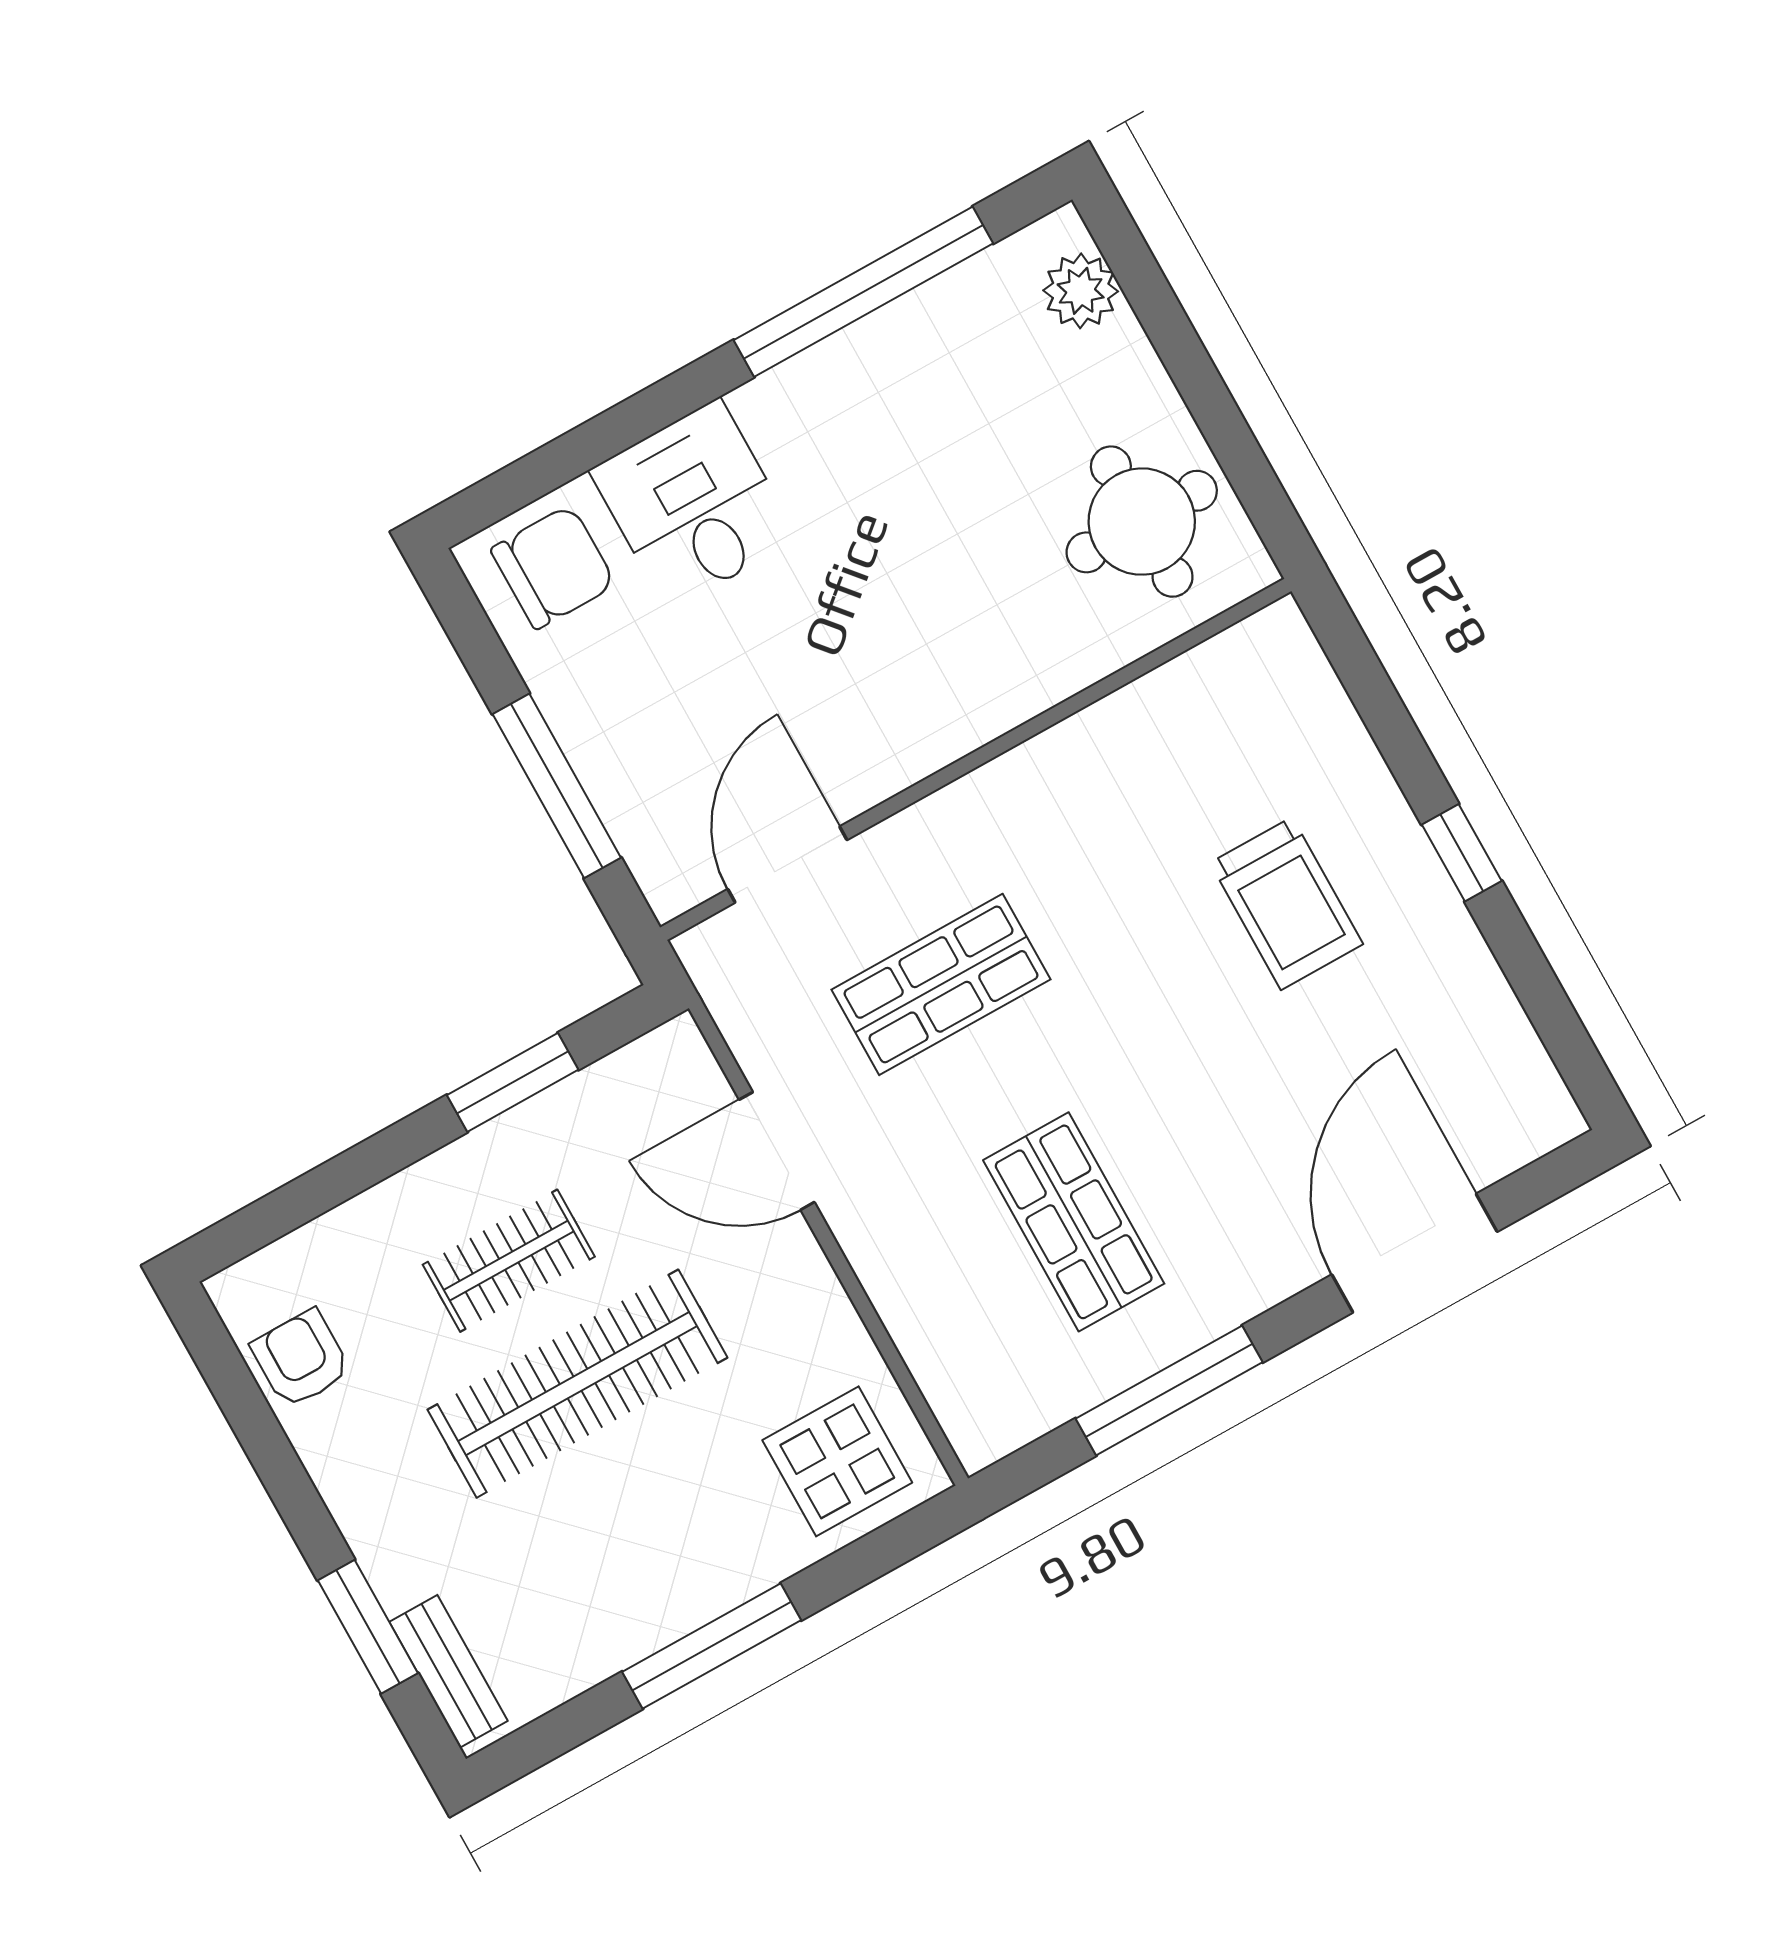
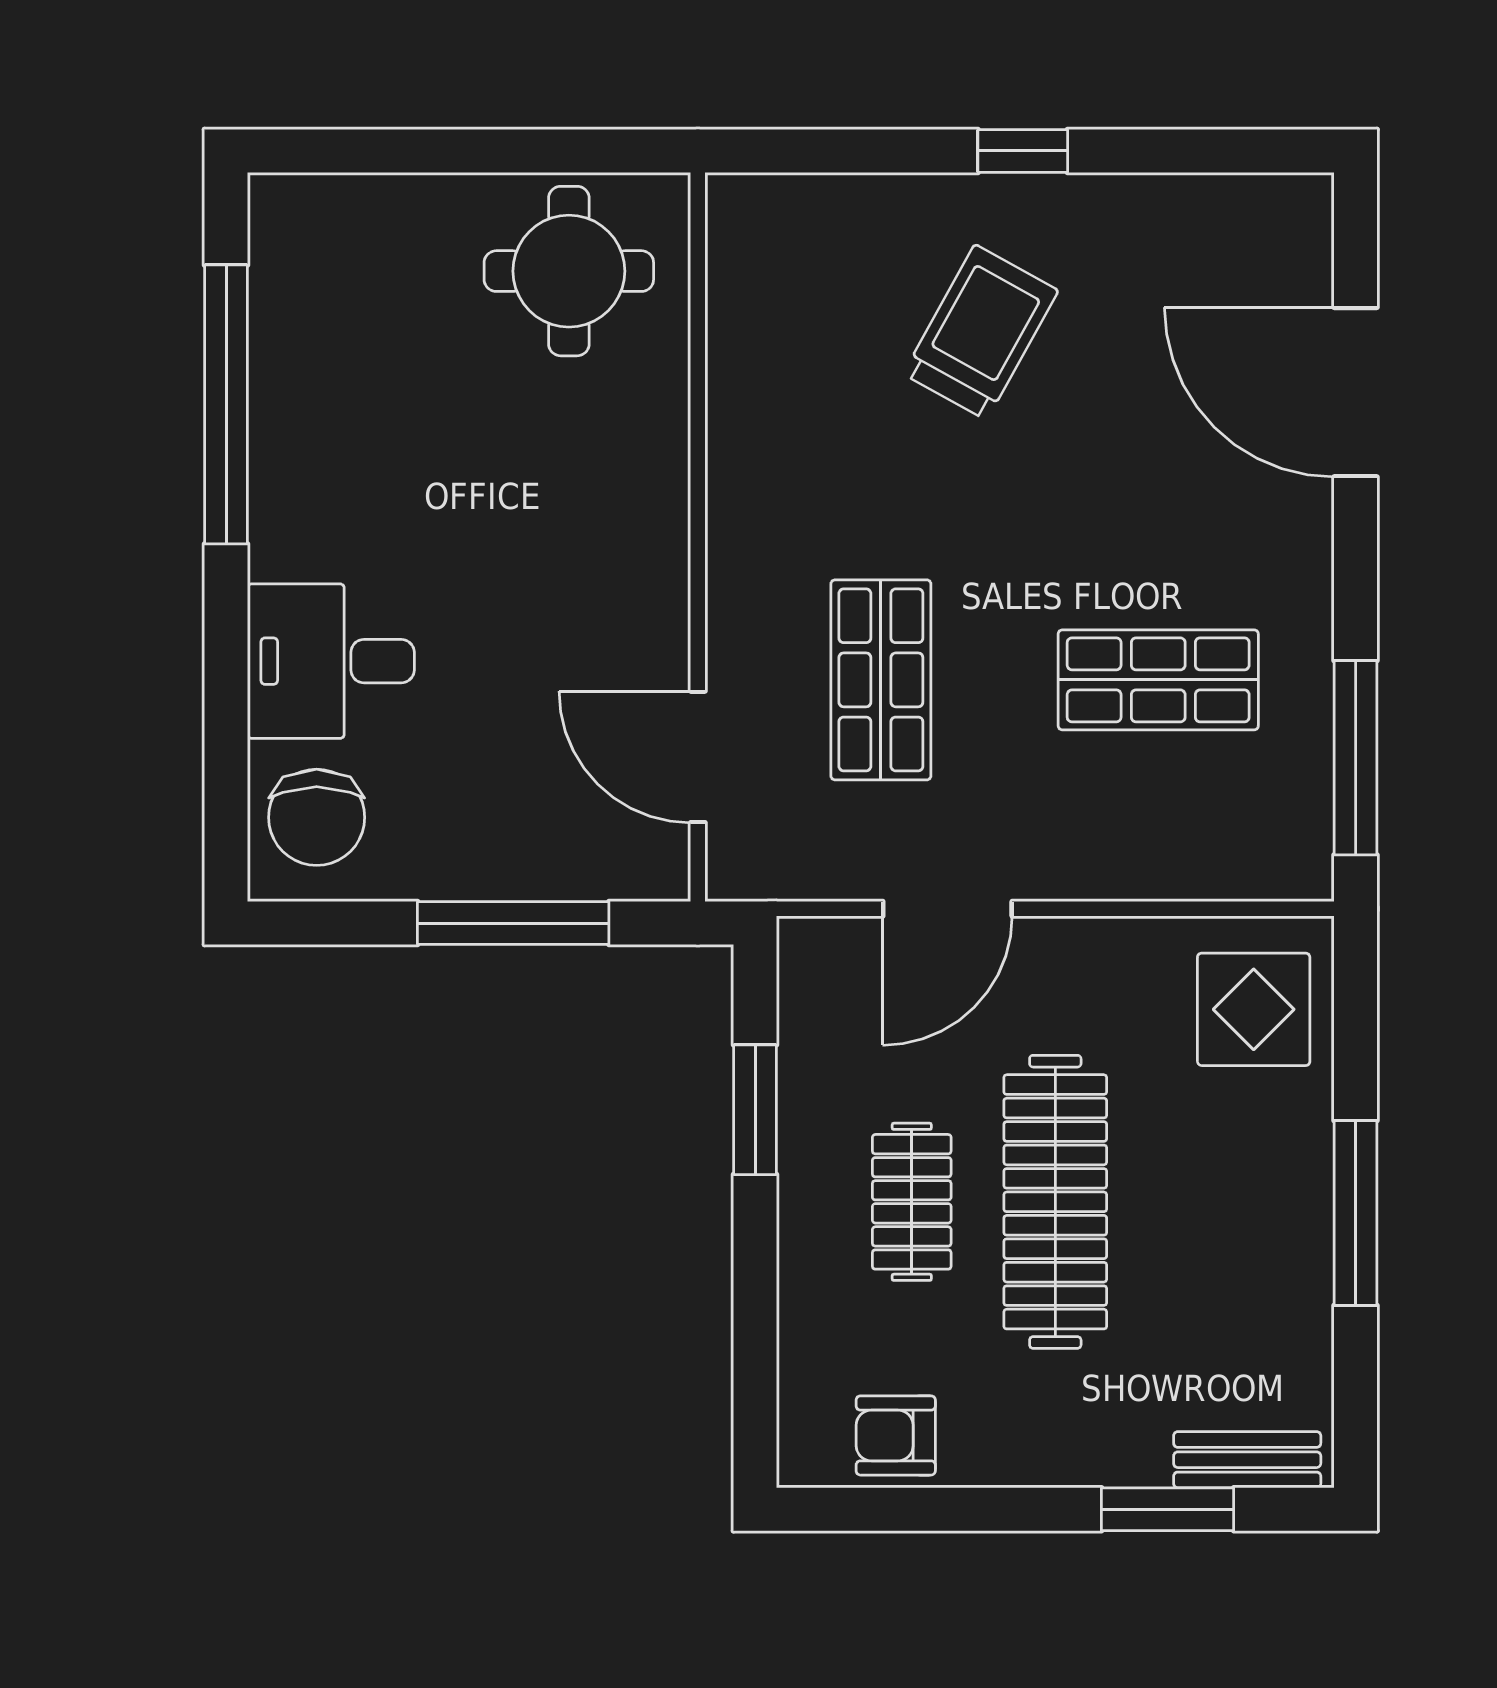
plant: (1081, 291) -> (333, 211), removed
chair: (553, 567) -> (317, 817), turned 180
trolley: (1287, 903) -> (981, 332), turned -61
window: (1169, 1390) -> (1356, 758), moved

